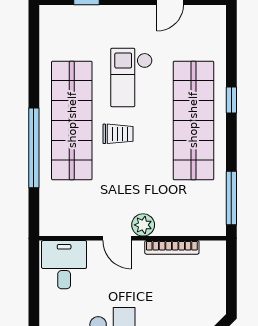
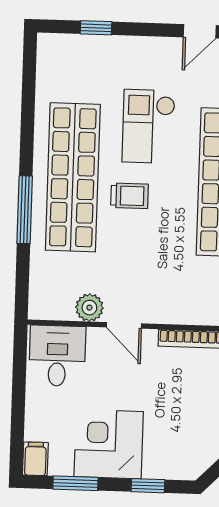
window: (34, 148) -> (25, 210), width x0.68
plant: (143, 225) -> (89, 308), moved

